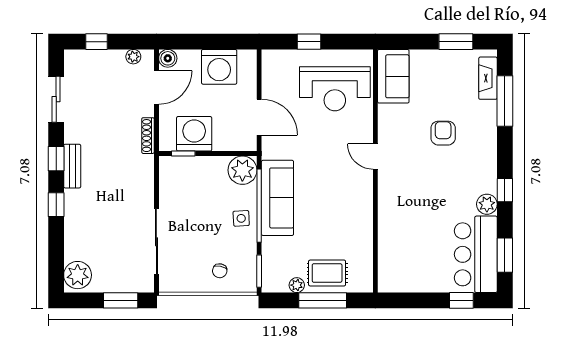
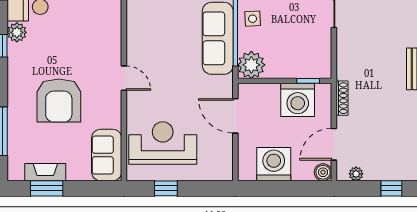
window: (309, 42) -> (166, 188), moved
fireplace: (488, 78) -> (45, 172), moved, turned -90
armchair: (443, 133) -> (59, 101), width x1.88, depth x1.88

